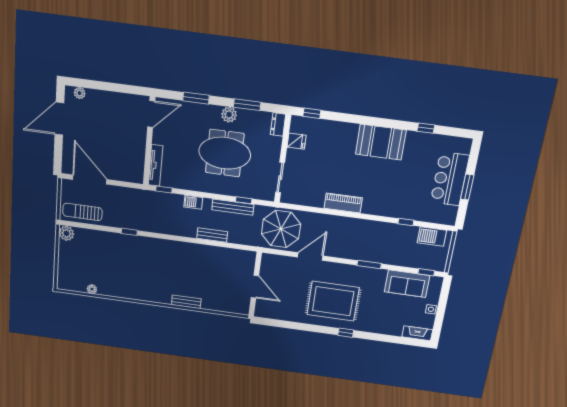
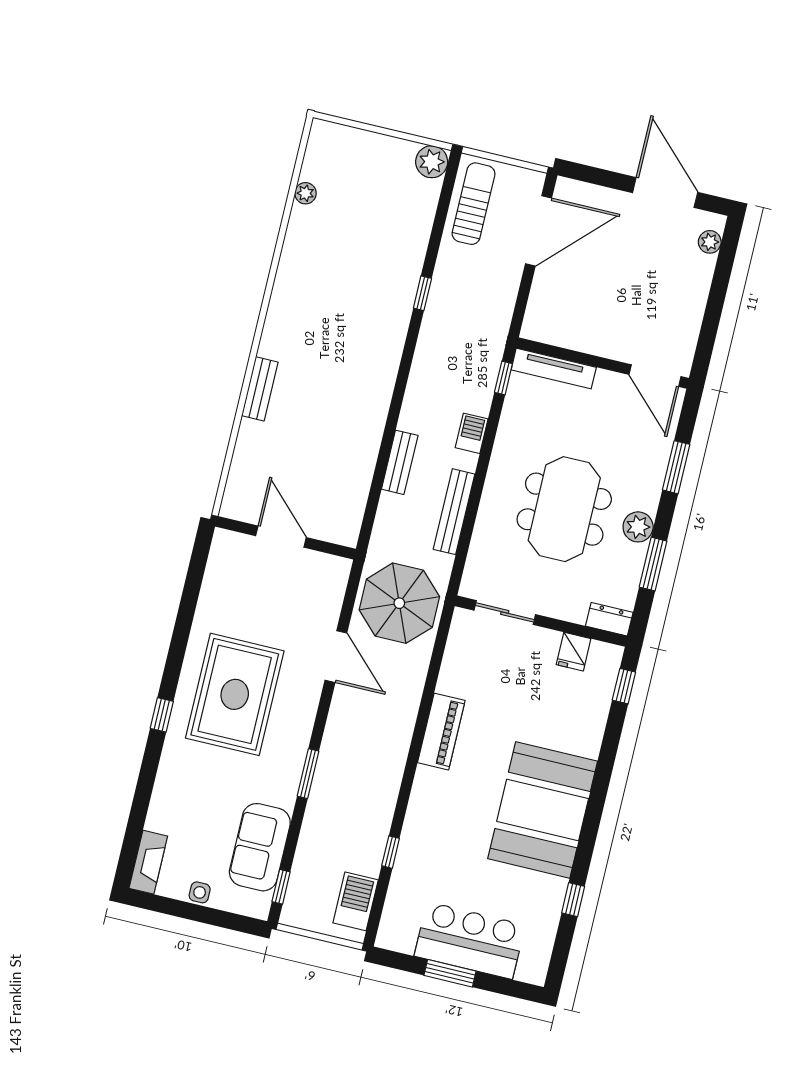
booth: (381, 142) -> (543, 810), width x1.36, depth x1.42
window: (244, 200) -> (466, 535), removed
door: (255, 287) -> (281, 537), swing flipped

